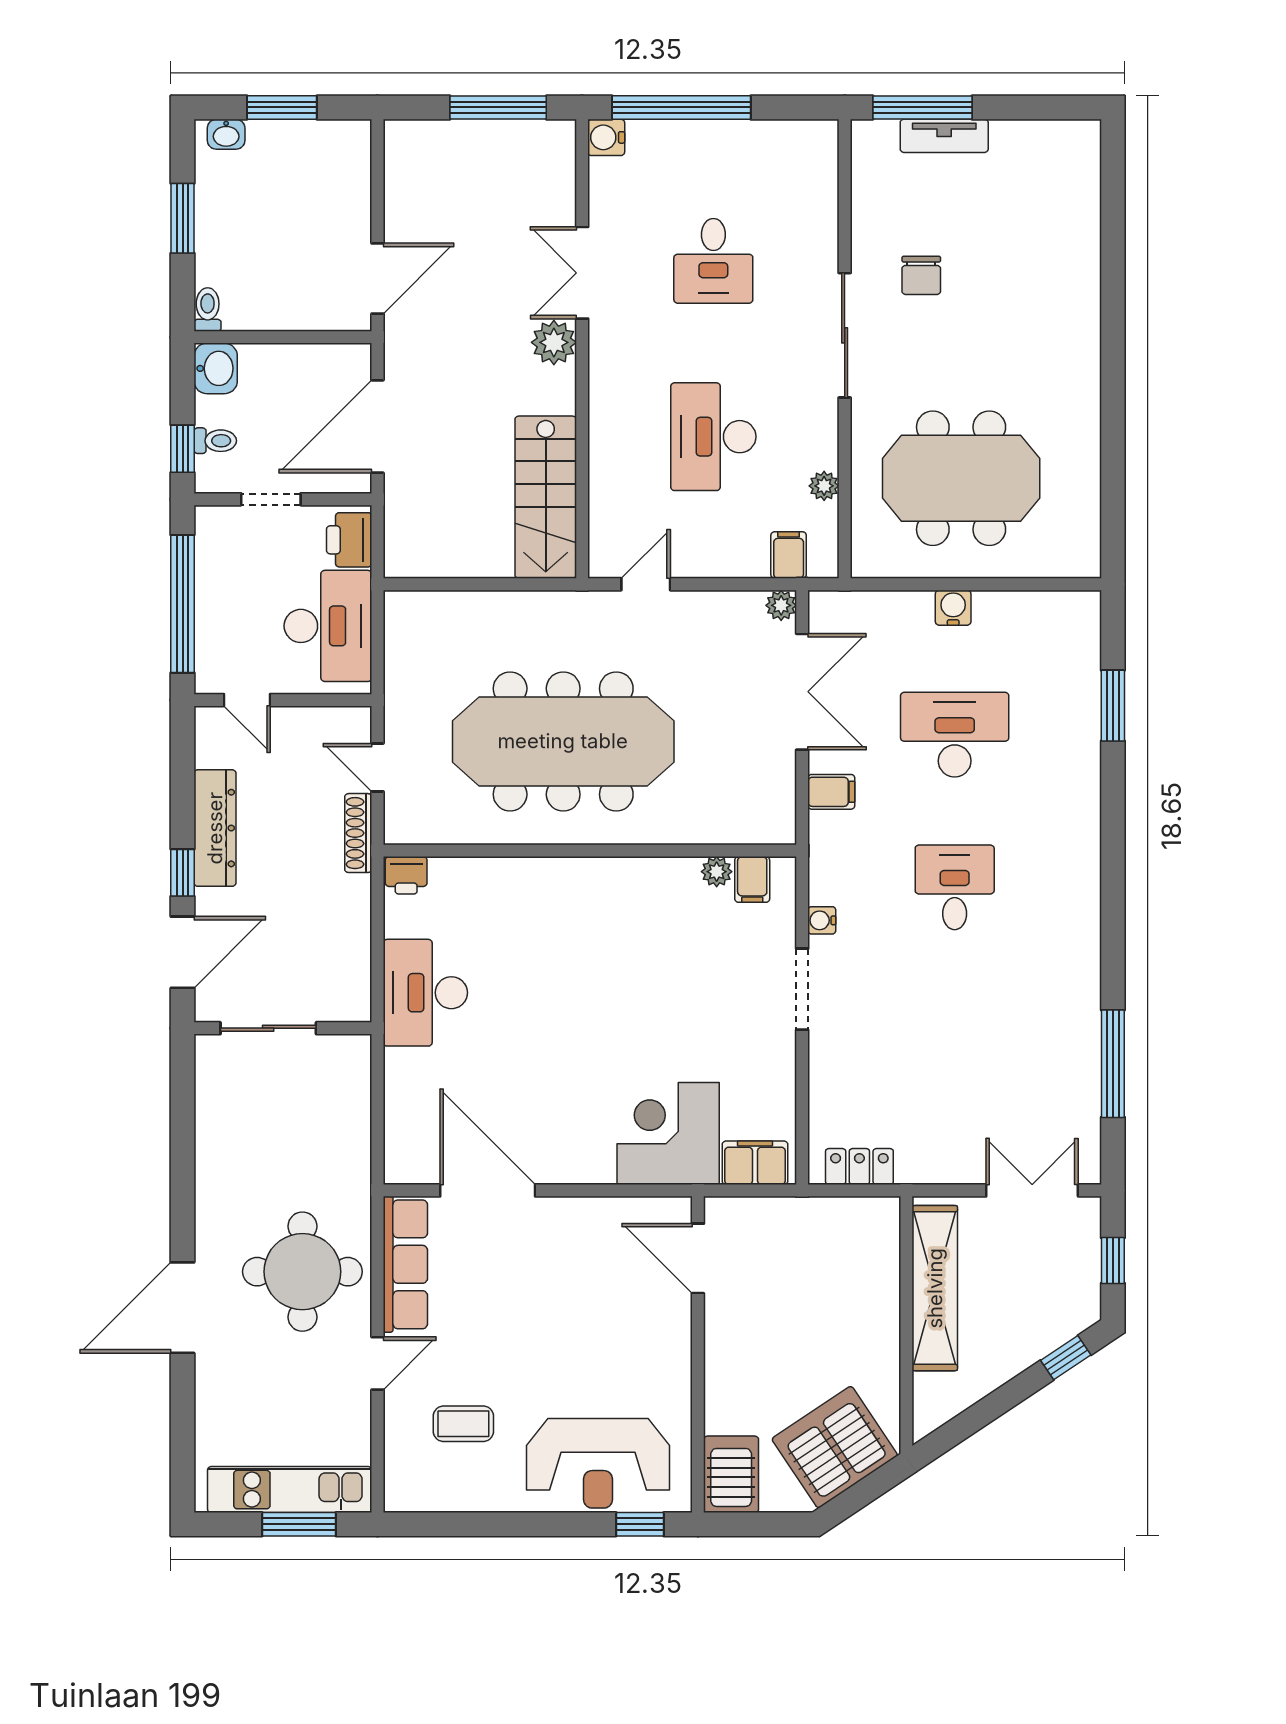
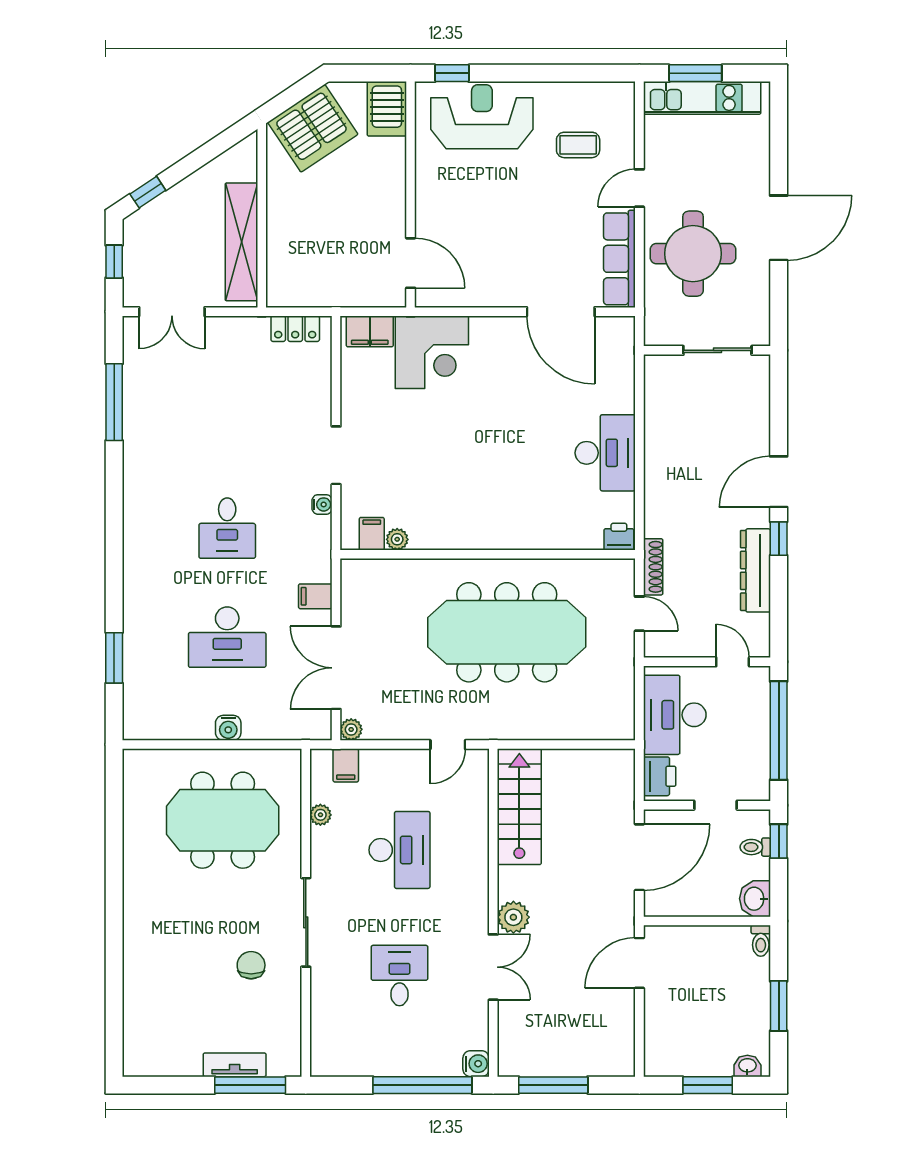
sliding door: (268, 1028) -> (717, 350), moved
wall: (283, 1028) -> (707, 350), moved

